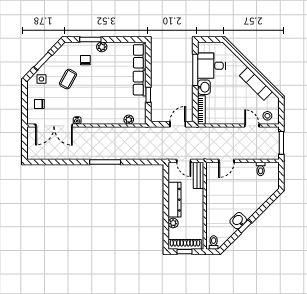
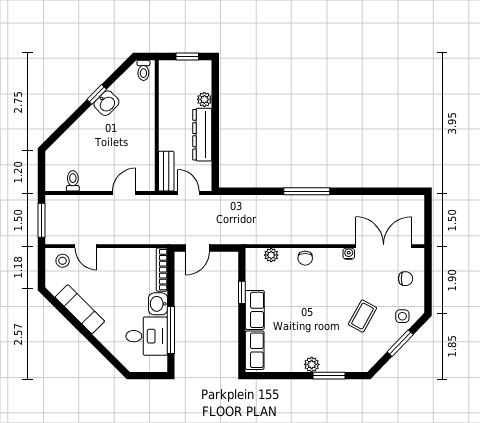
chair: (85, 60) -> (305, 258), moved
shoe rack: (185, 244) -> (187, 68), removed

